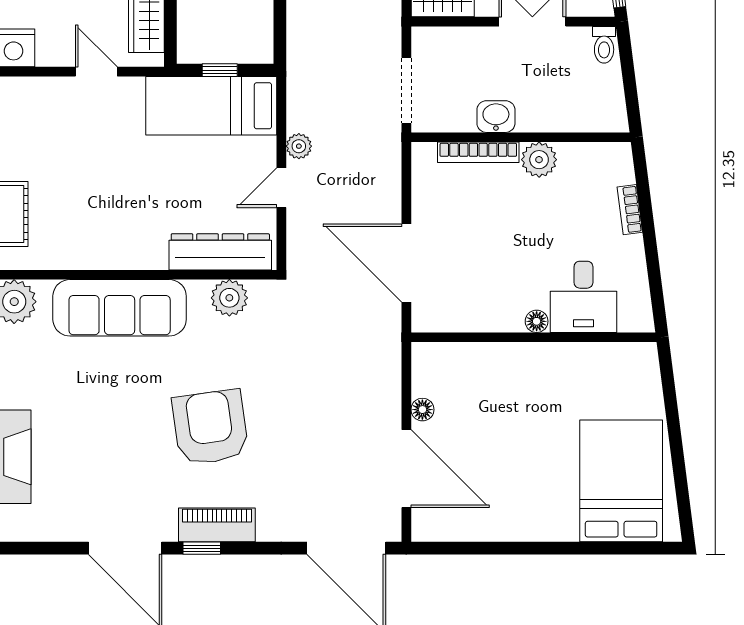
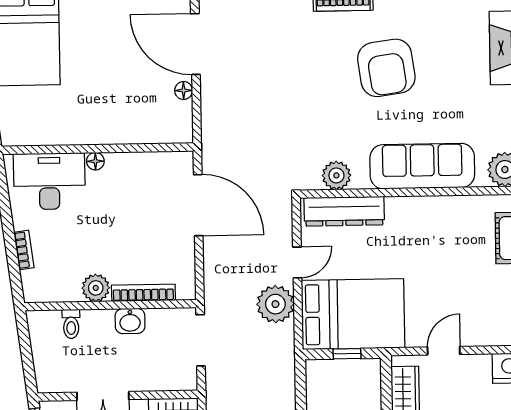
toilet: (604, 45) -> (71, 324), moved, turned 180
door: (96, 72) -> (444, 351), swing flipped
bed: (211, 106) -> (353, 314), width x1.50
plant: (299, 146) -> (275, 304), width x1.87, depth x1.87
desk: (583, 297) -> (49, 181), width x1.37
armchair: (210, 427) -> (386, 68), moved

